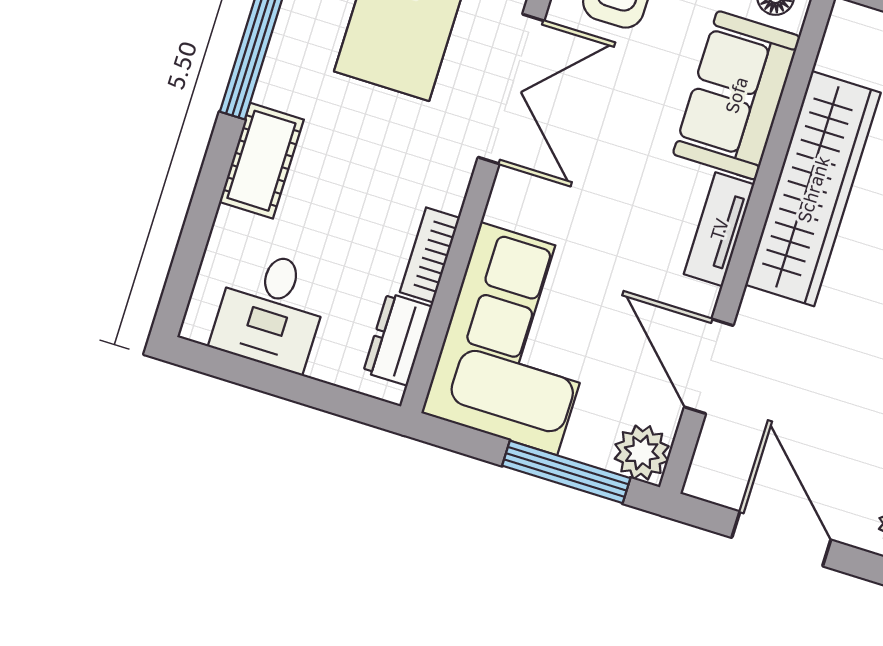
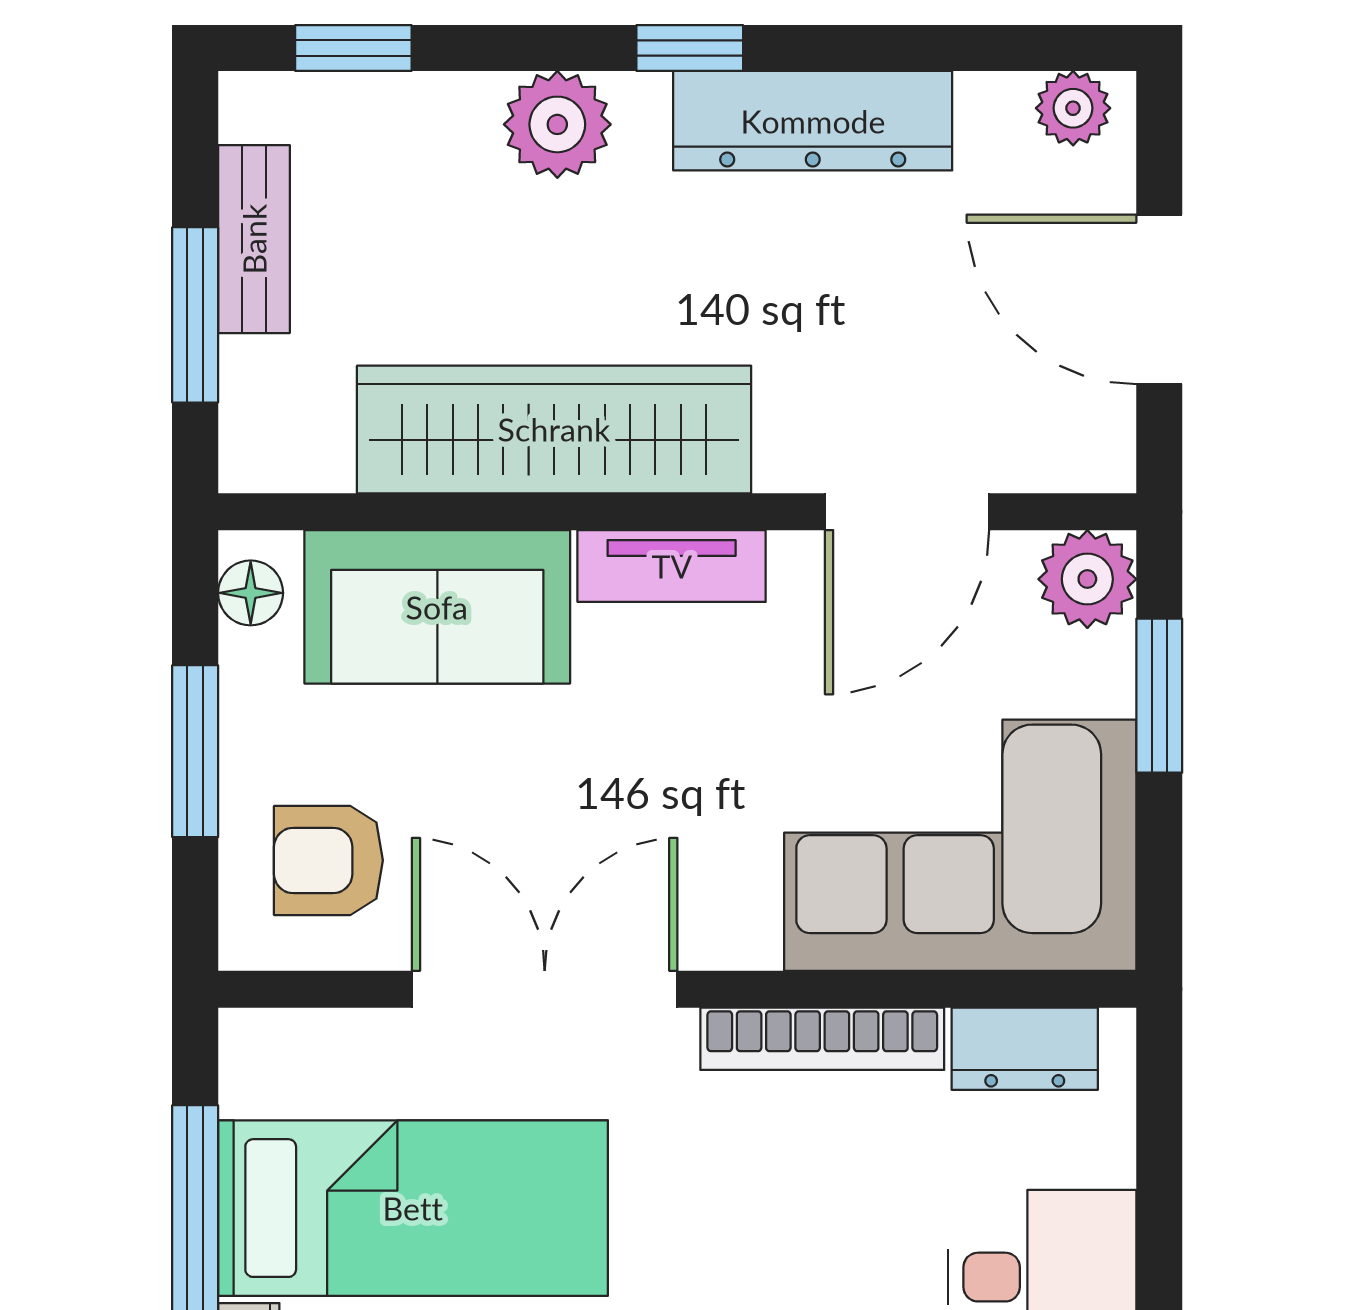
bookcase: (430, 255) -> (822, 1039), width x1.56
window: (566, 472) -> (1159, 696), width x0.69
door: (781, 539) -> (1159, 299), hinge flipped

